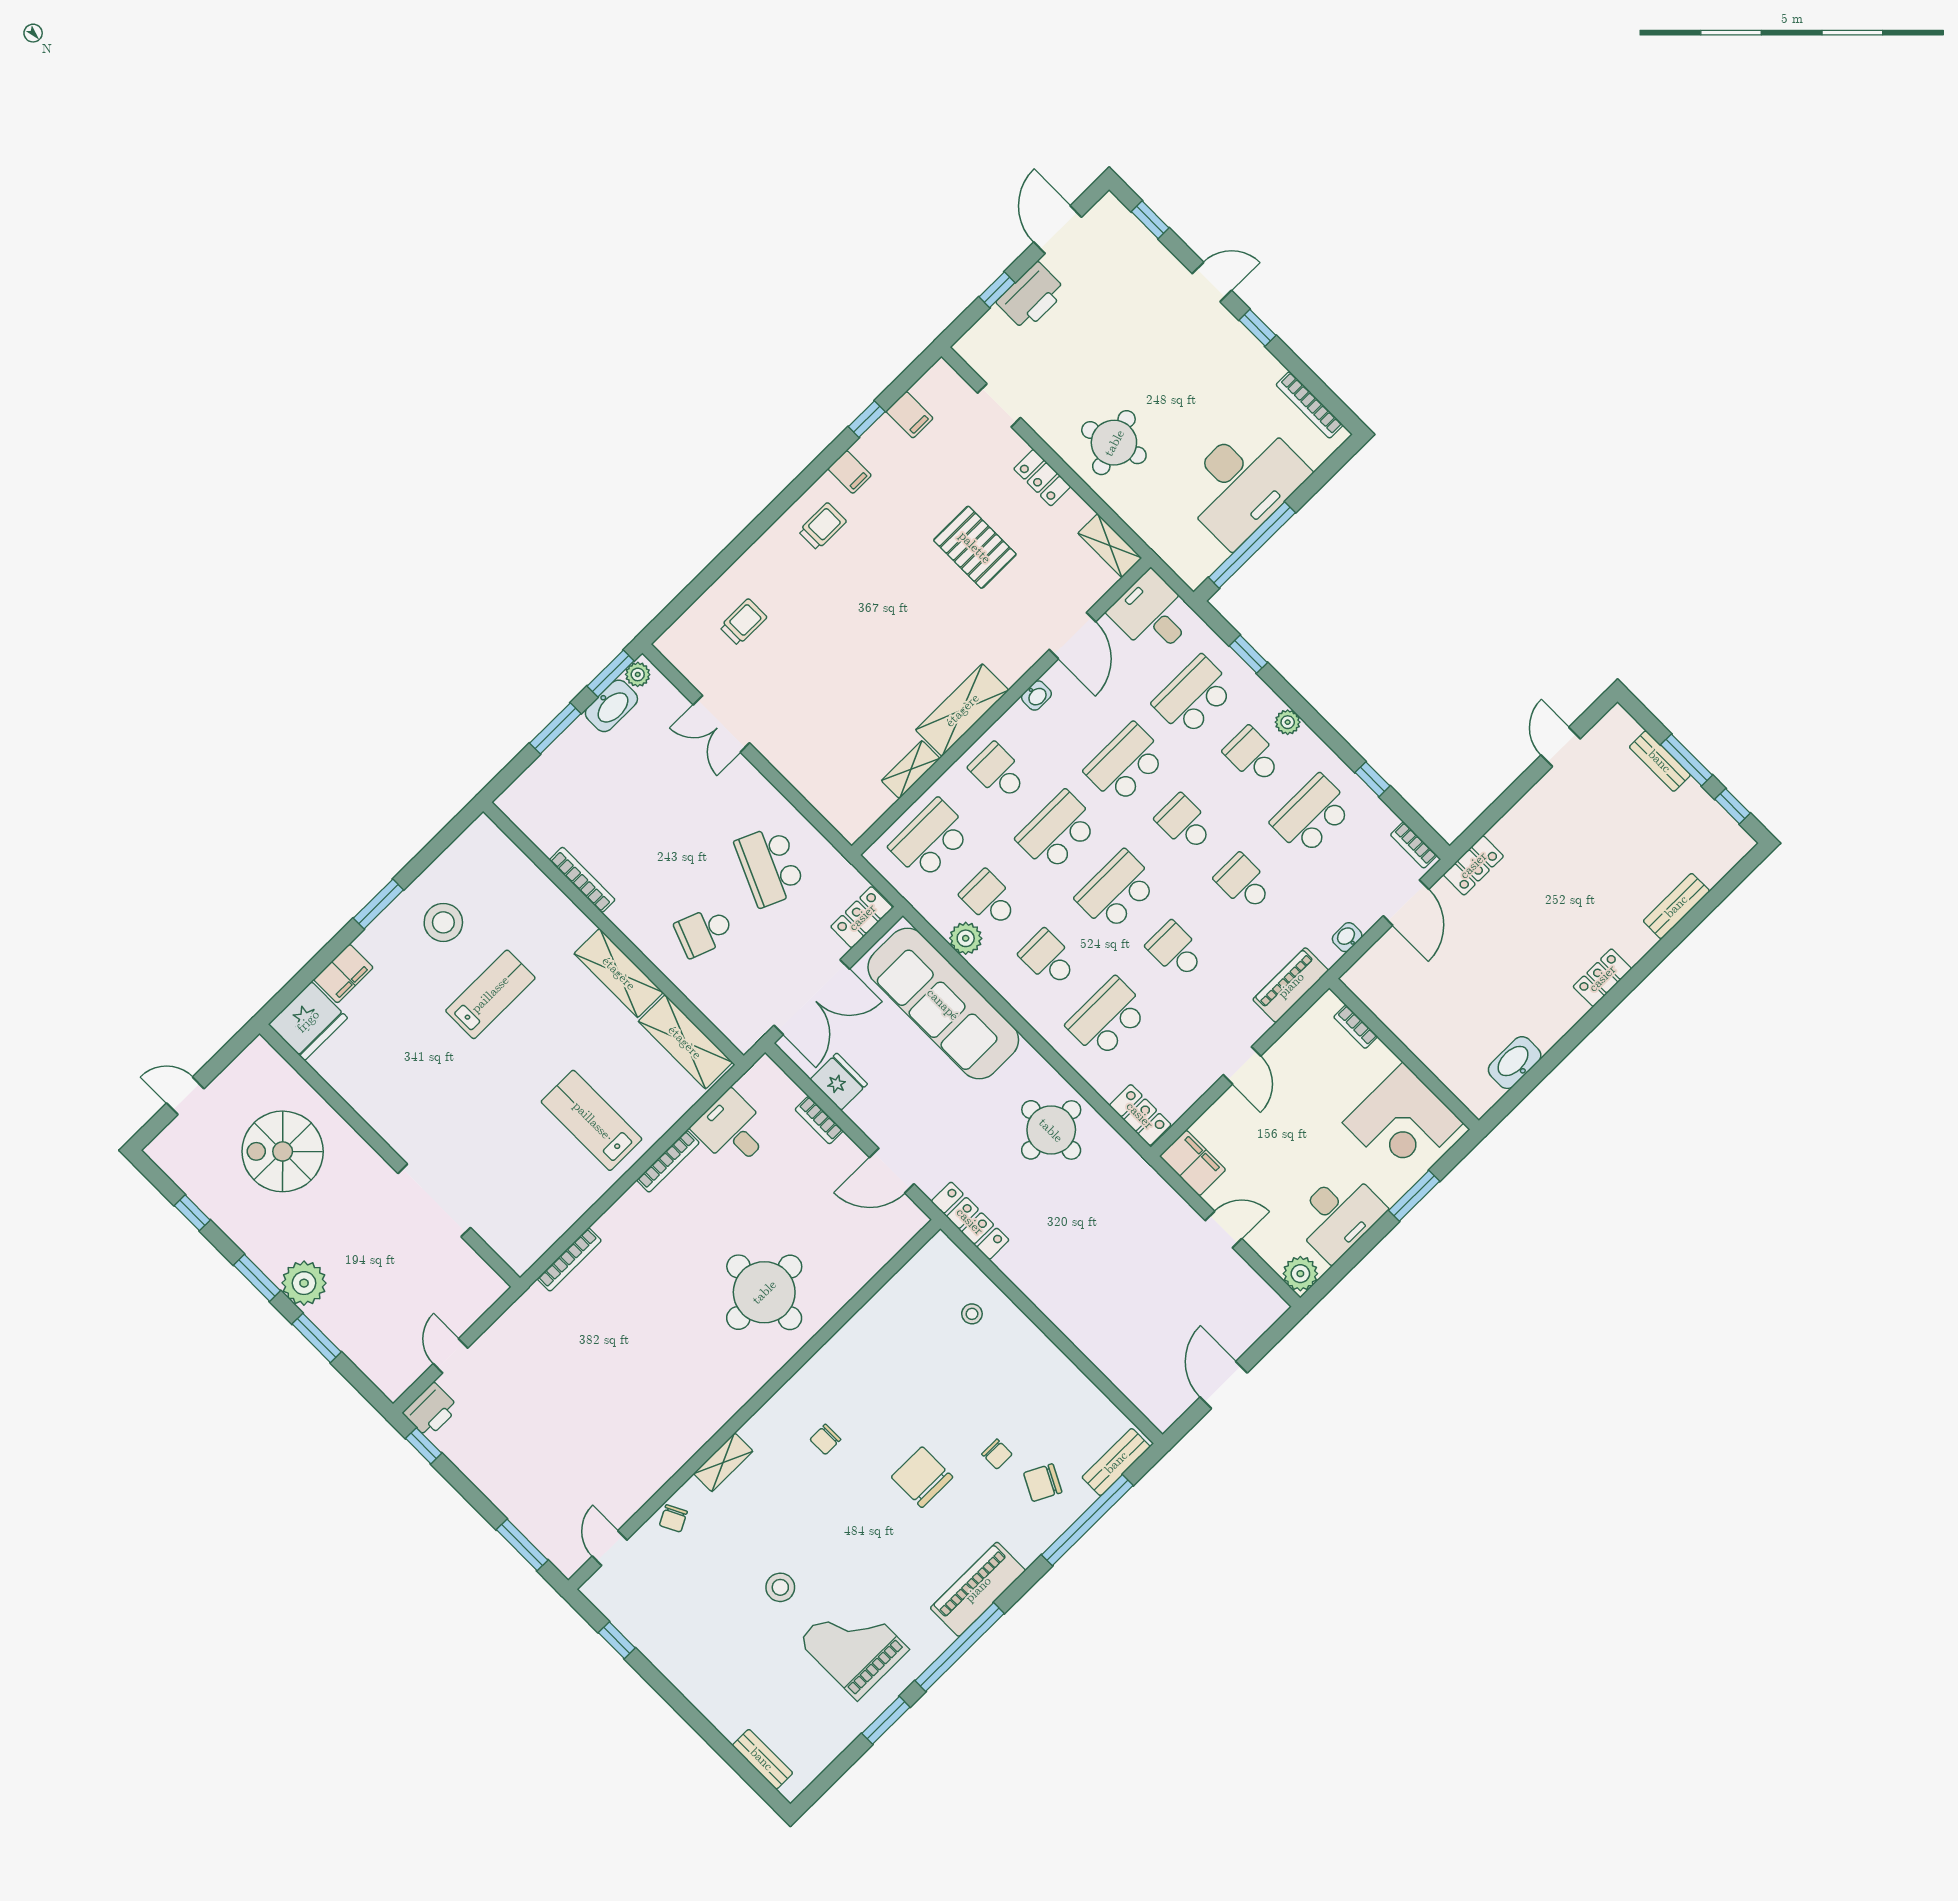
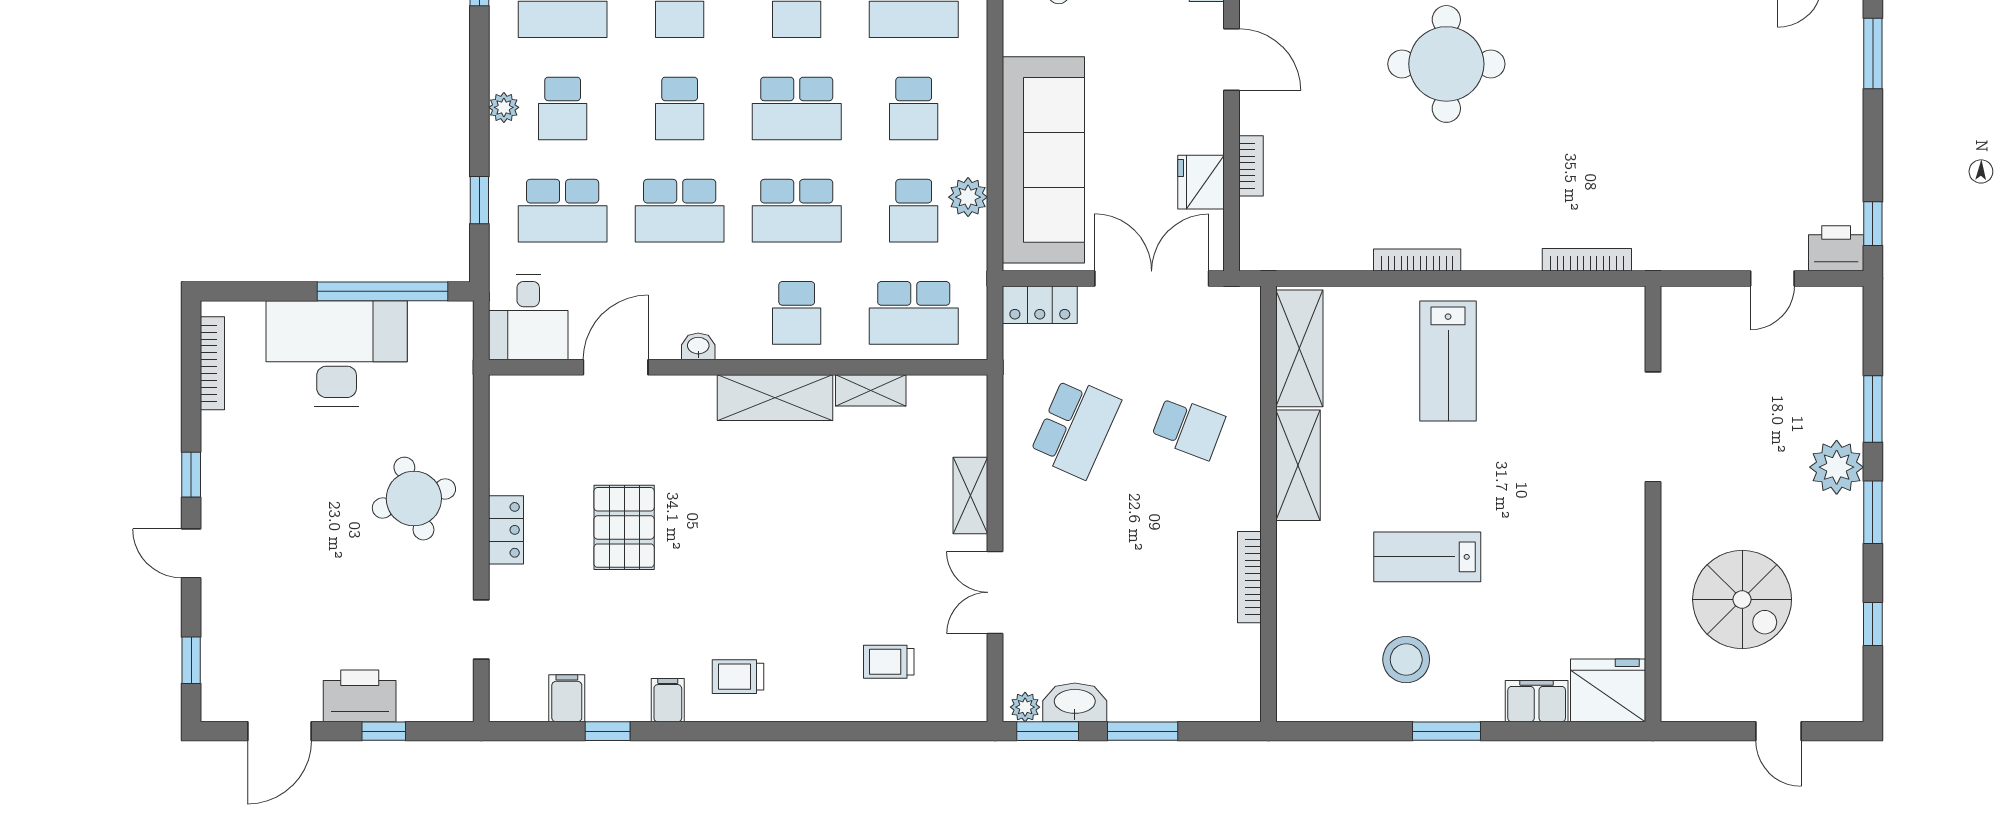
shelving: (1110, 546) -> (970, 495), moved
double door: (721, 724) -> (995, 592), swing flipped
desk: (732, 1130) -> (1335, 232), removed

